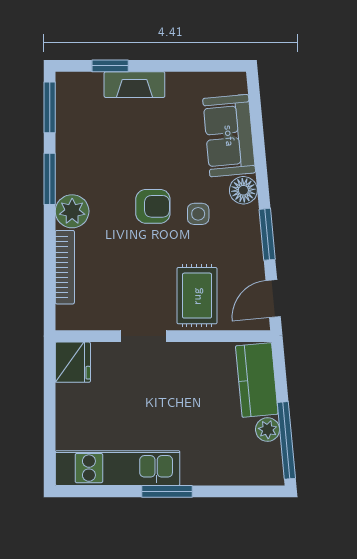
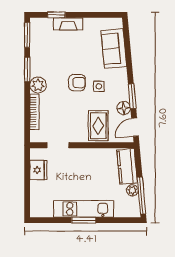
floor lamp: (243, 190) -> (124, 108), moved
doorway: (144, 336) -> (58, 145), moved
fridge: (73, 362) -> (38, 170), moved
kitchen unit: (118, 468) -> (84, 209), moved

